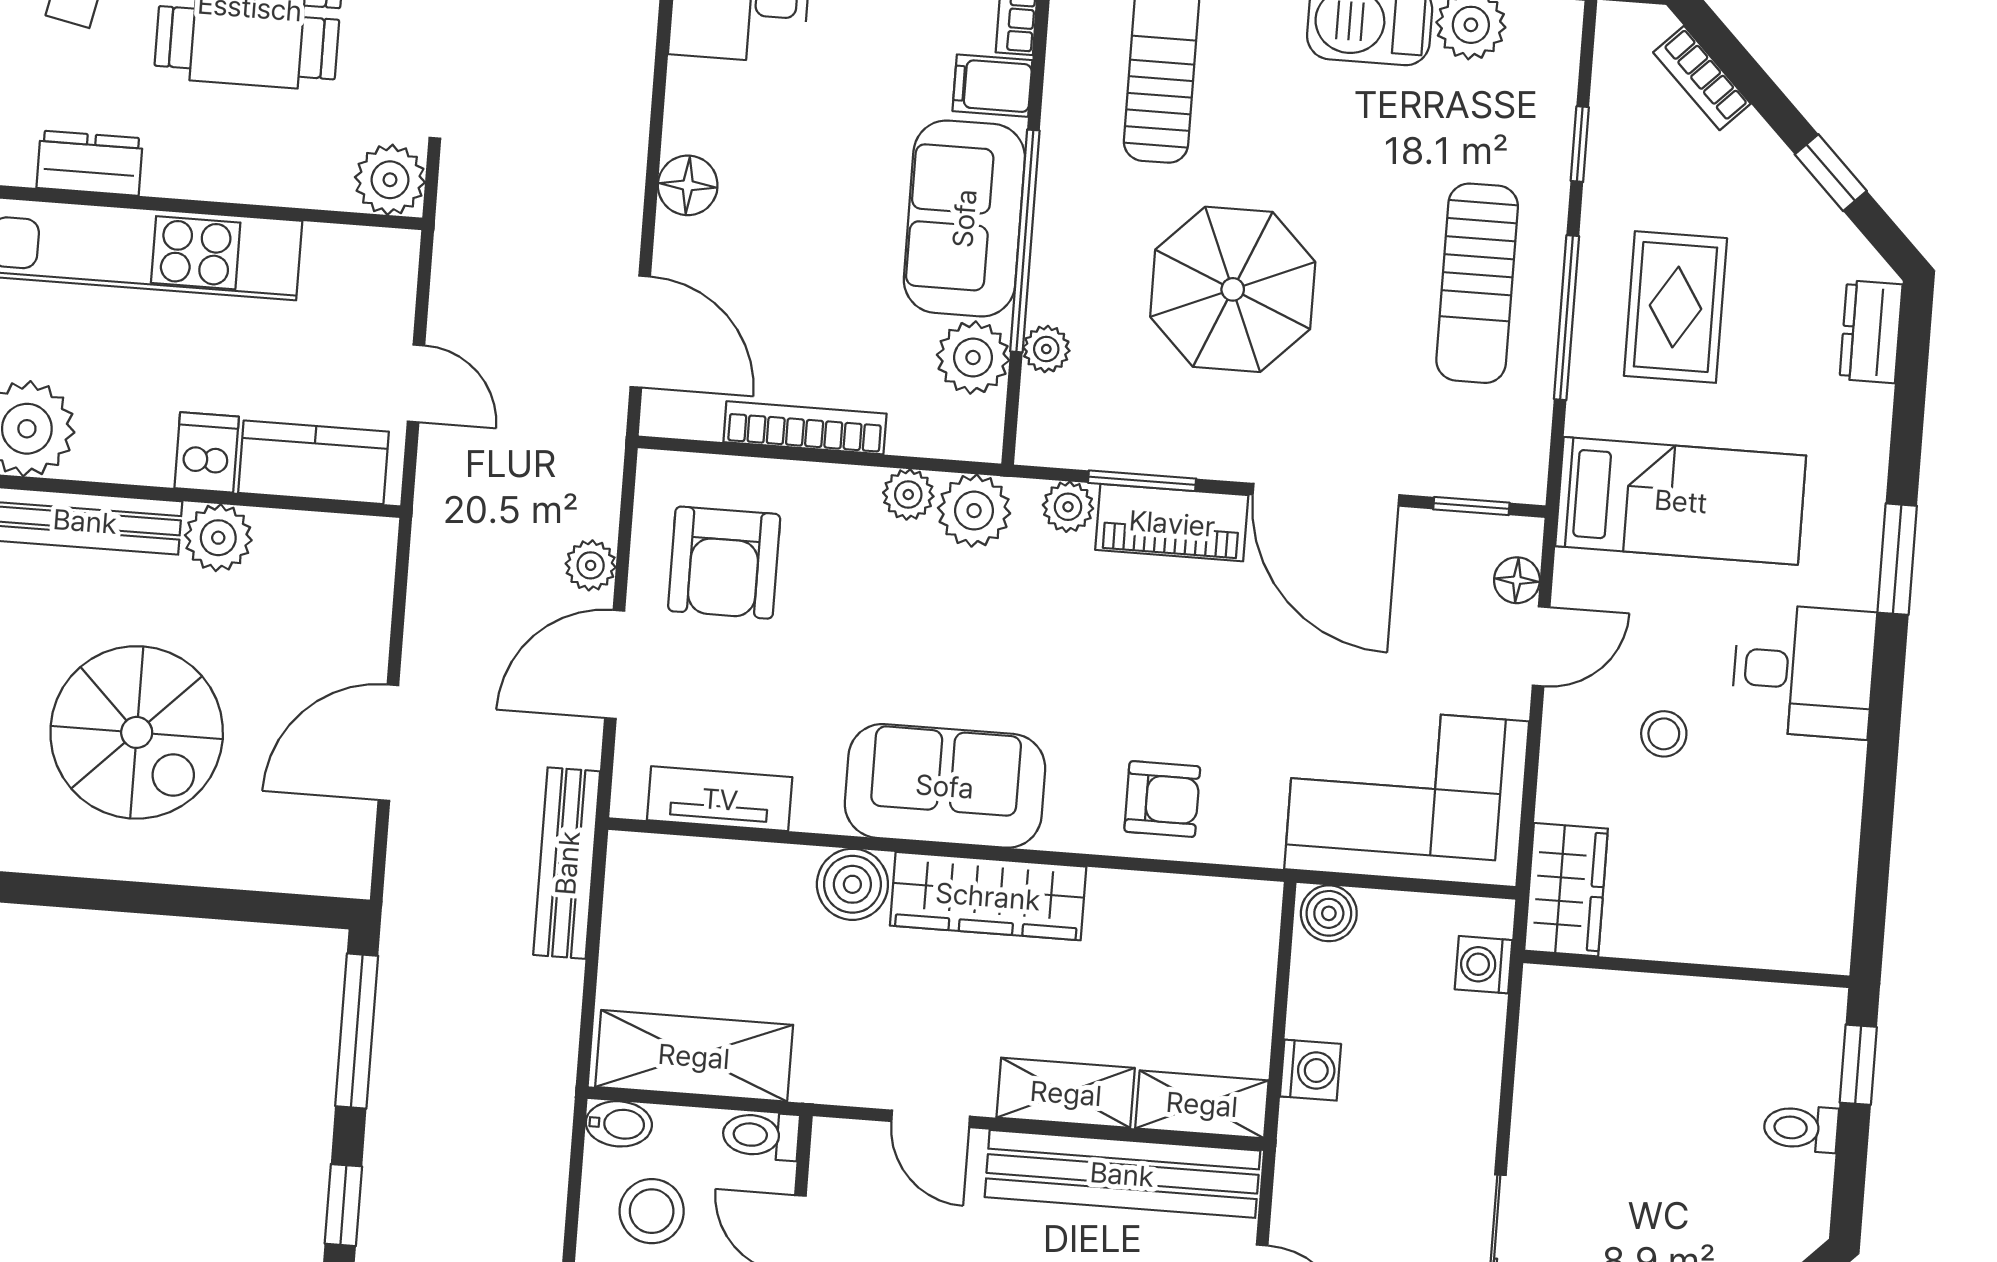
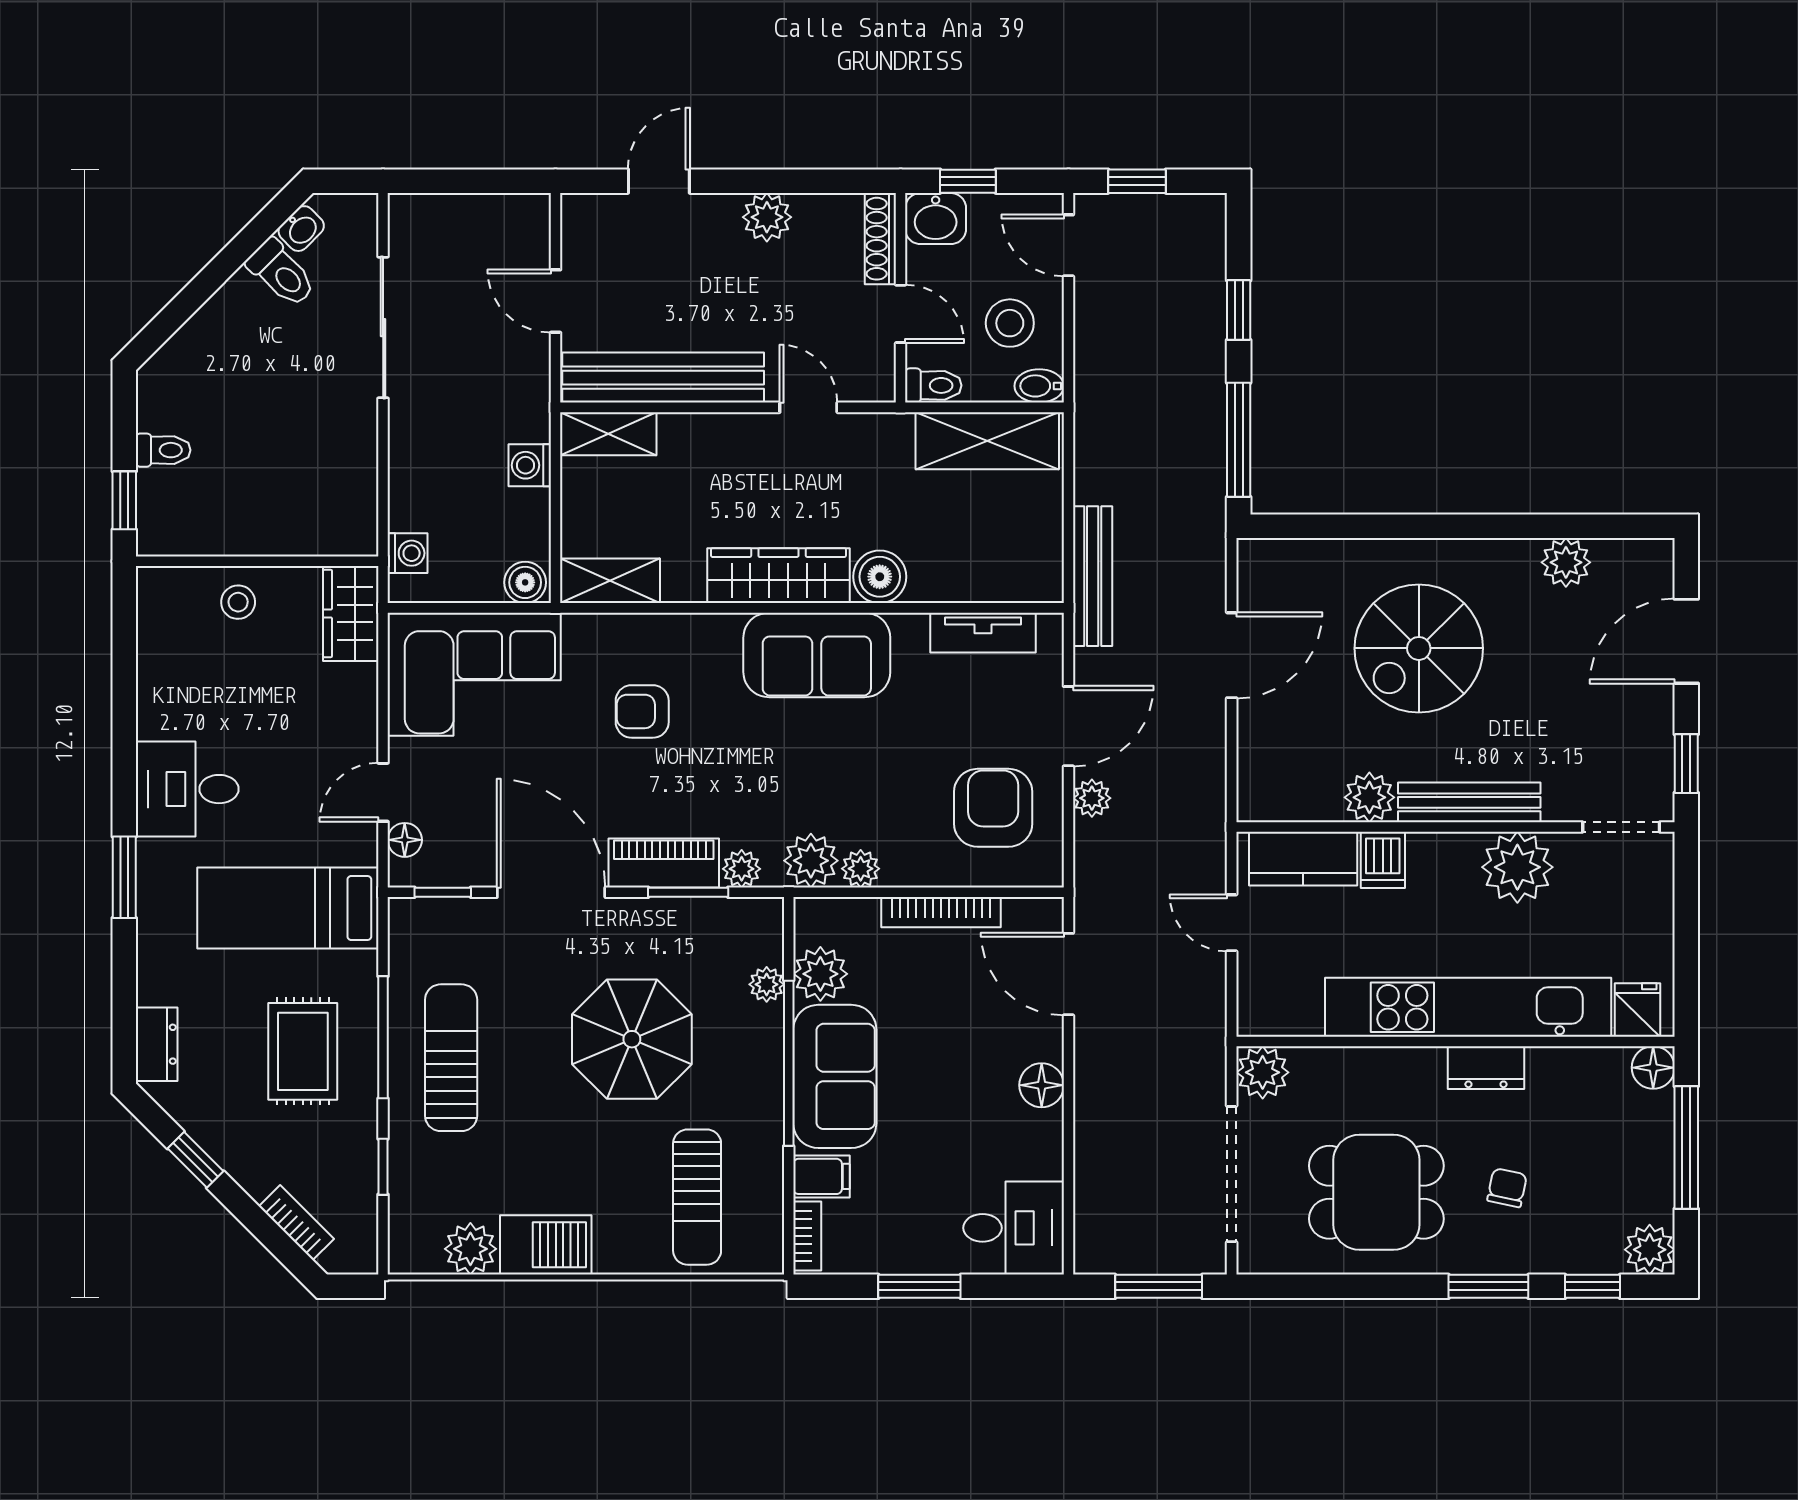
spiral stairs: (137, 732) -> (1419, 648), turned -90
stool: (1664, 734) -> (238, 602), moved
armchair: (1162, 799) -> (642, 711), moved
shelving: (1066, 1093) -> (610, 581), moved

